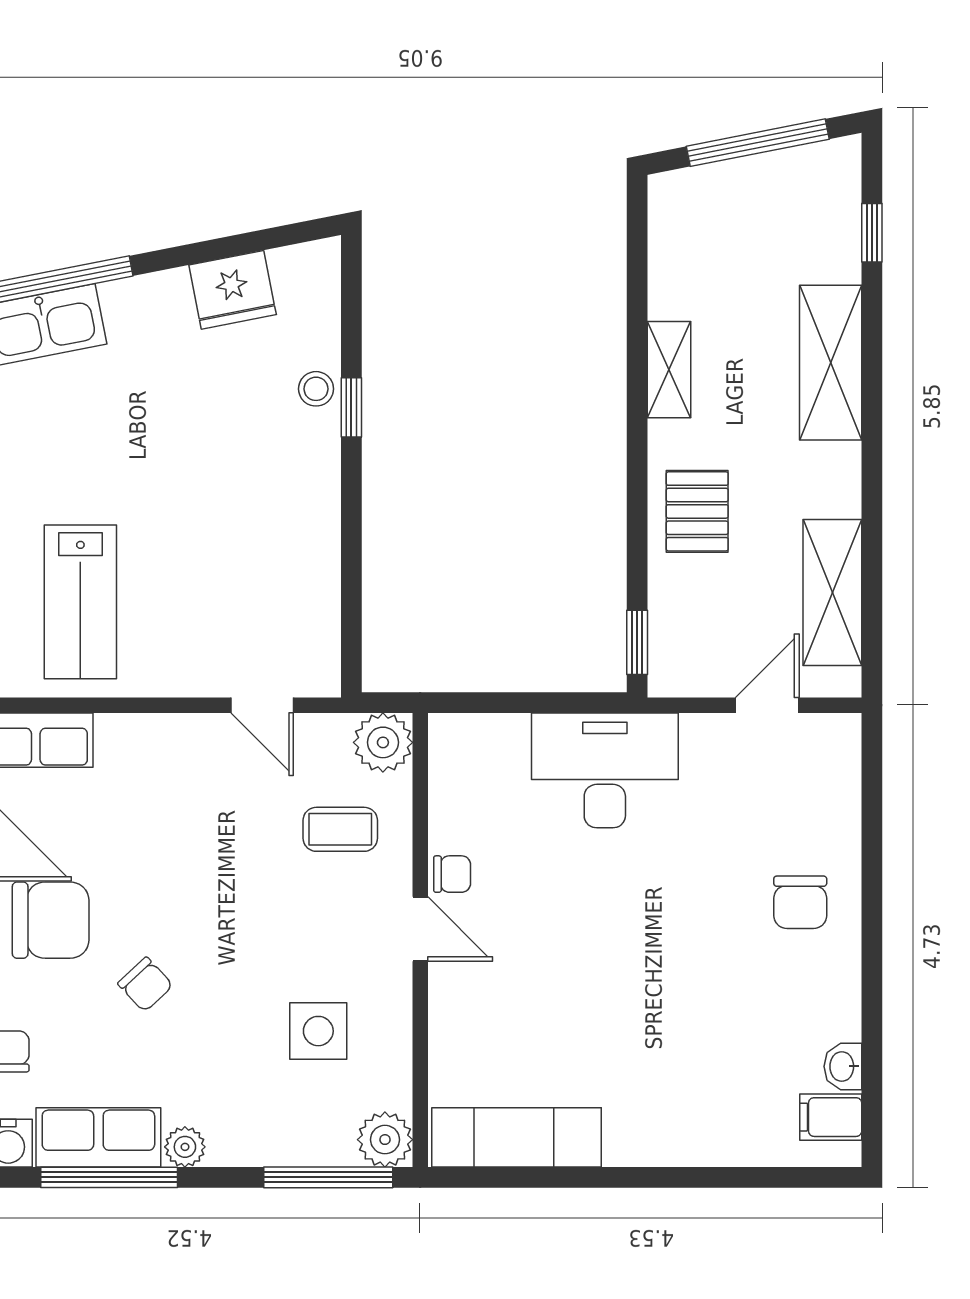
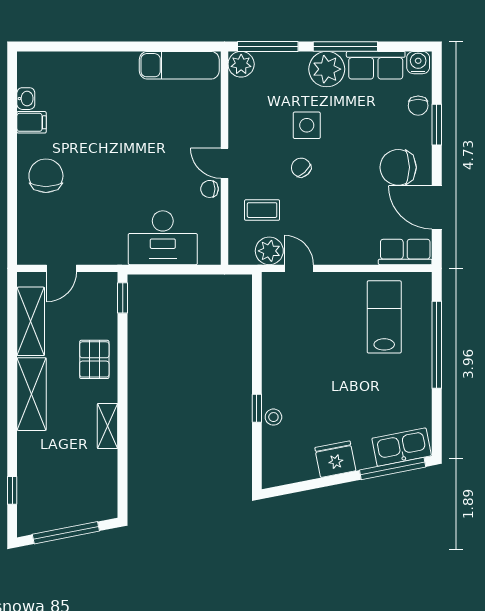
fridge: (233, 290) -> (335, 459), moved
shelving: (831, 363) -> (32, 394), moved
plant: (383, 742) -> (269, 251), moved
desk: (605, 770) -> (163, 238), moved
chair: (800, 902) -> (46, 176), width x1.37, depth x1.37
chair: (145, 984) -> (301, 168), moved
side table: (318, 1031) -> (307, 125), moved
filing cabinet: (831, 1117) -> (32, 122), moved
plant: (185, 1147) -> (327, 69), width x1.88, depth x1.88
window: (109, 1177) -> (345, 46), moved

